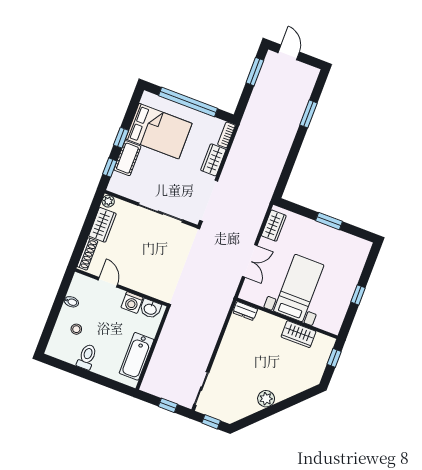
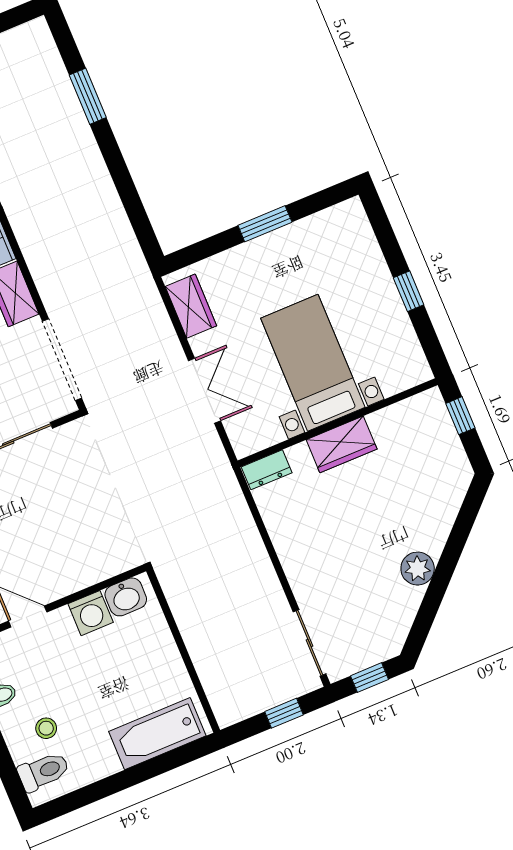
wardrobe: (298, 334) -> (342, 444), moved
bathtub: (137, 356) -> (157, 734), moved, turned 90
toilet: (87, 357) -> (44, 771), moved, turned 90

